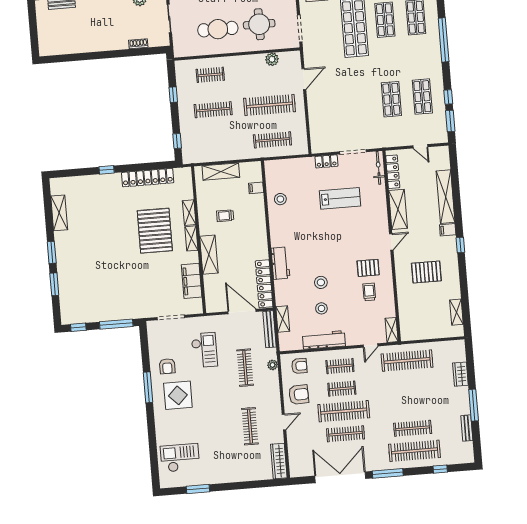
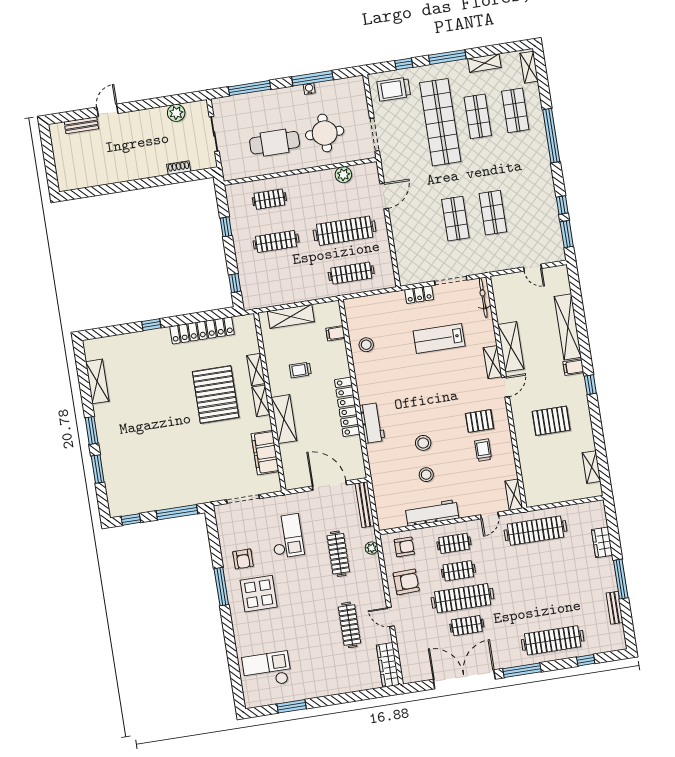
shop shelf: (422, 97) -> (455, 219), moved
locker: (393, 172) -> (501, 301), removed
lab bench: (340, 198) -> (439, 338), turned 180
locker: (264, 284) -> (347, 407), moved
shelving: (283, 319) -> (493, 362), moved
door: (284, 422) -> (391, 617), swing flipped
clothes rail: (413, 428) -> (548, 613), removed
clothes rail: (346, 434) -> (467, 626), width x0.73

